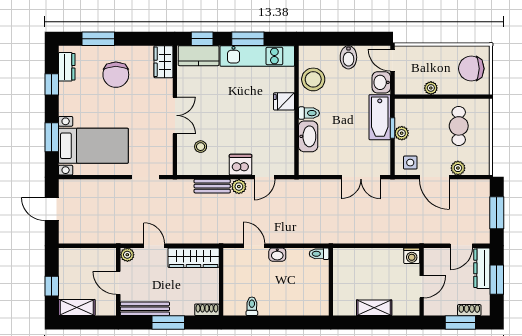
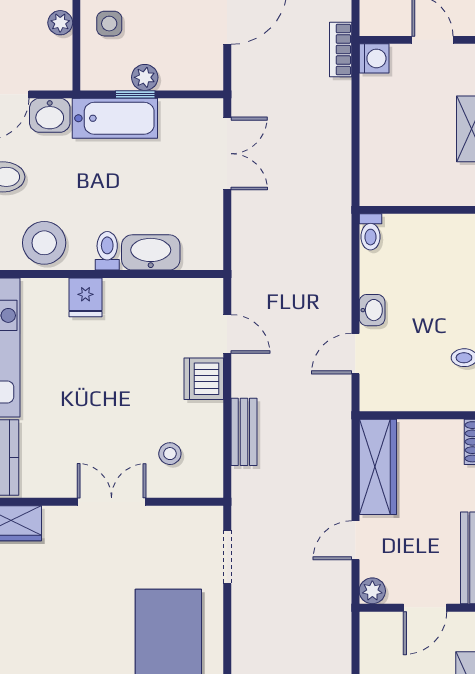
chair: (116, 75) -> (35, 612), removed
side table: (410, 163) -> (109, 24), moved
plant: (239, 187) -> (245, 382), removed
bookcase: (417, 238) -> (341, 50), added

